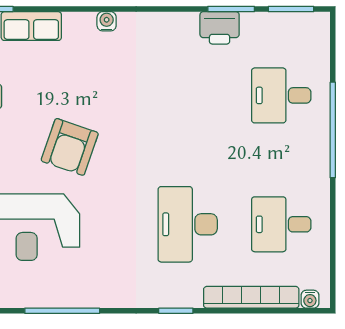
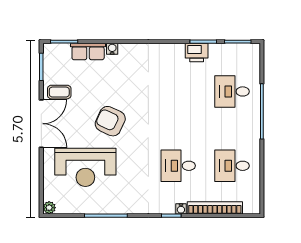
water cooler: (107, 21) -> (112, 49), moved
armchair: (70, 147) -> (110, 121), turned 96
desk: (188, 224) -> (178, 166), width x0.73
water cooler: (310, 299) -> (181, 209), moved

